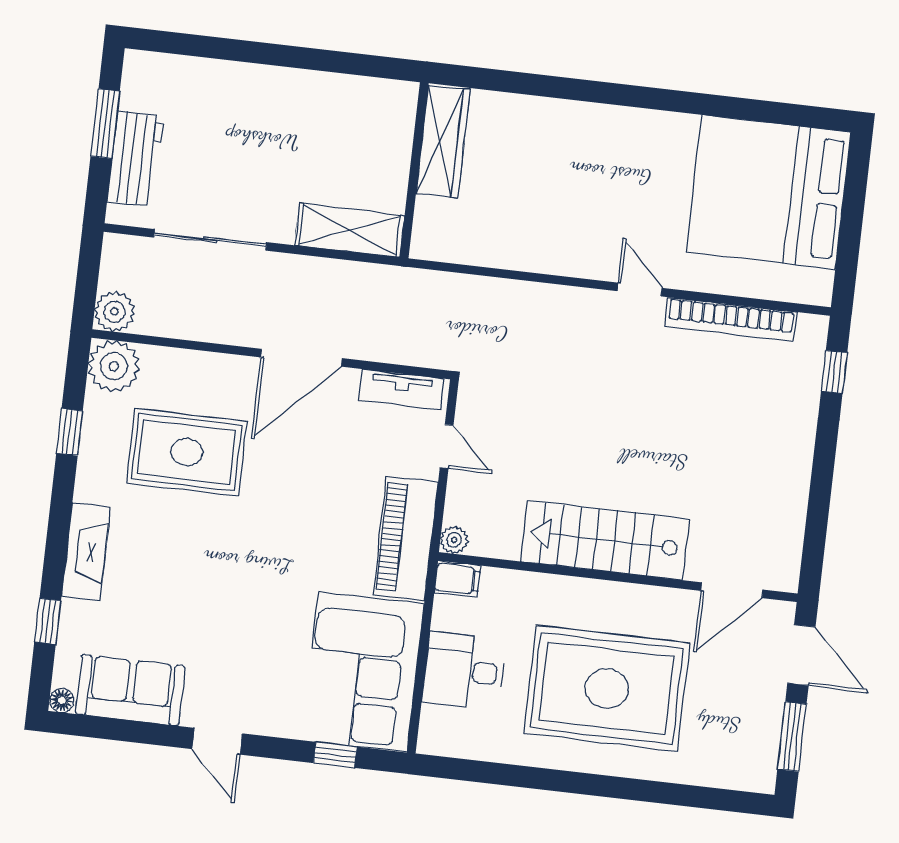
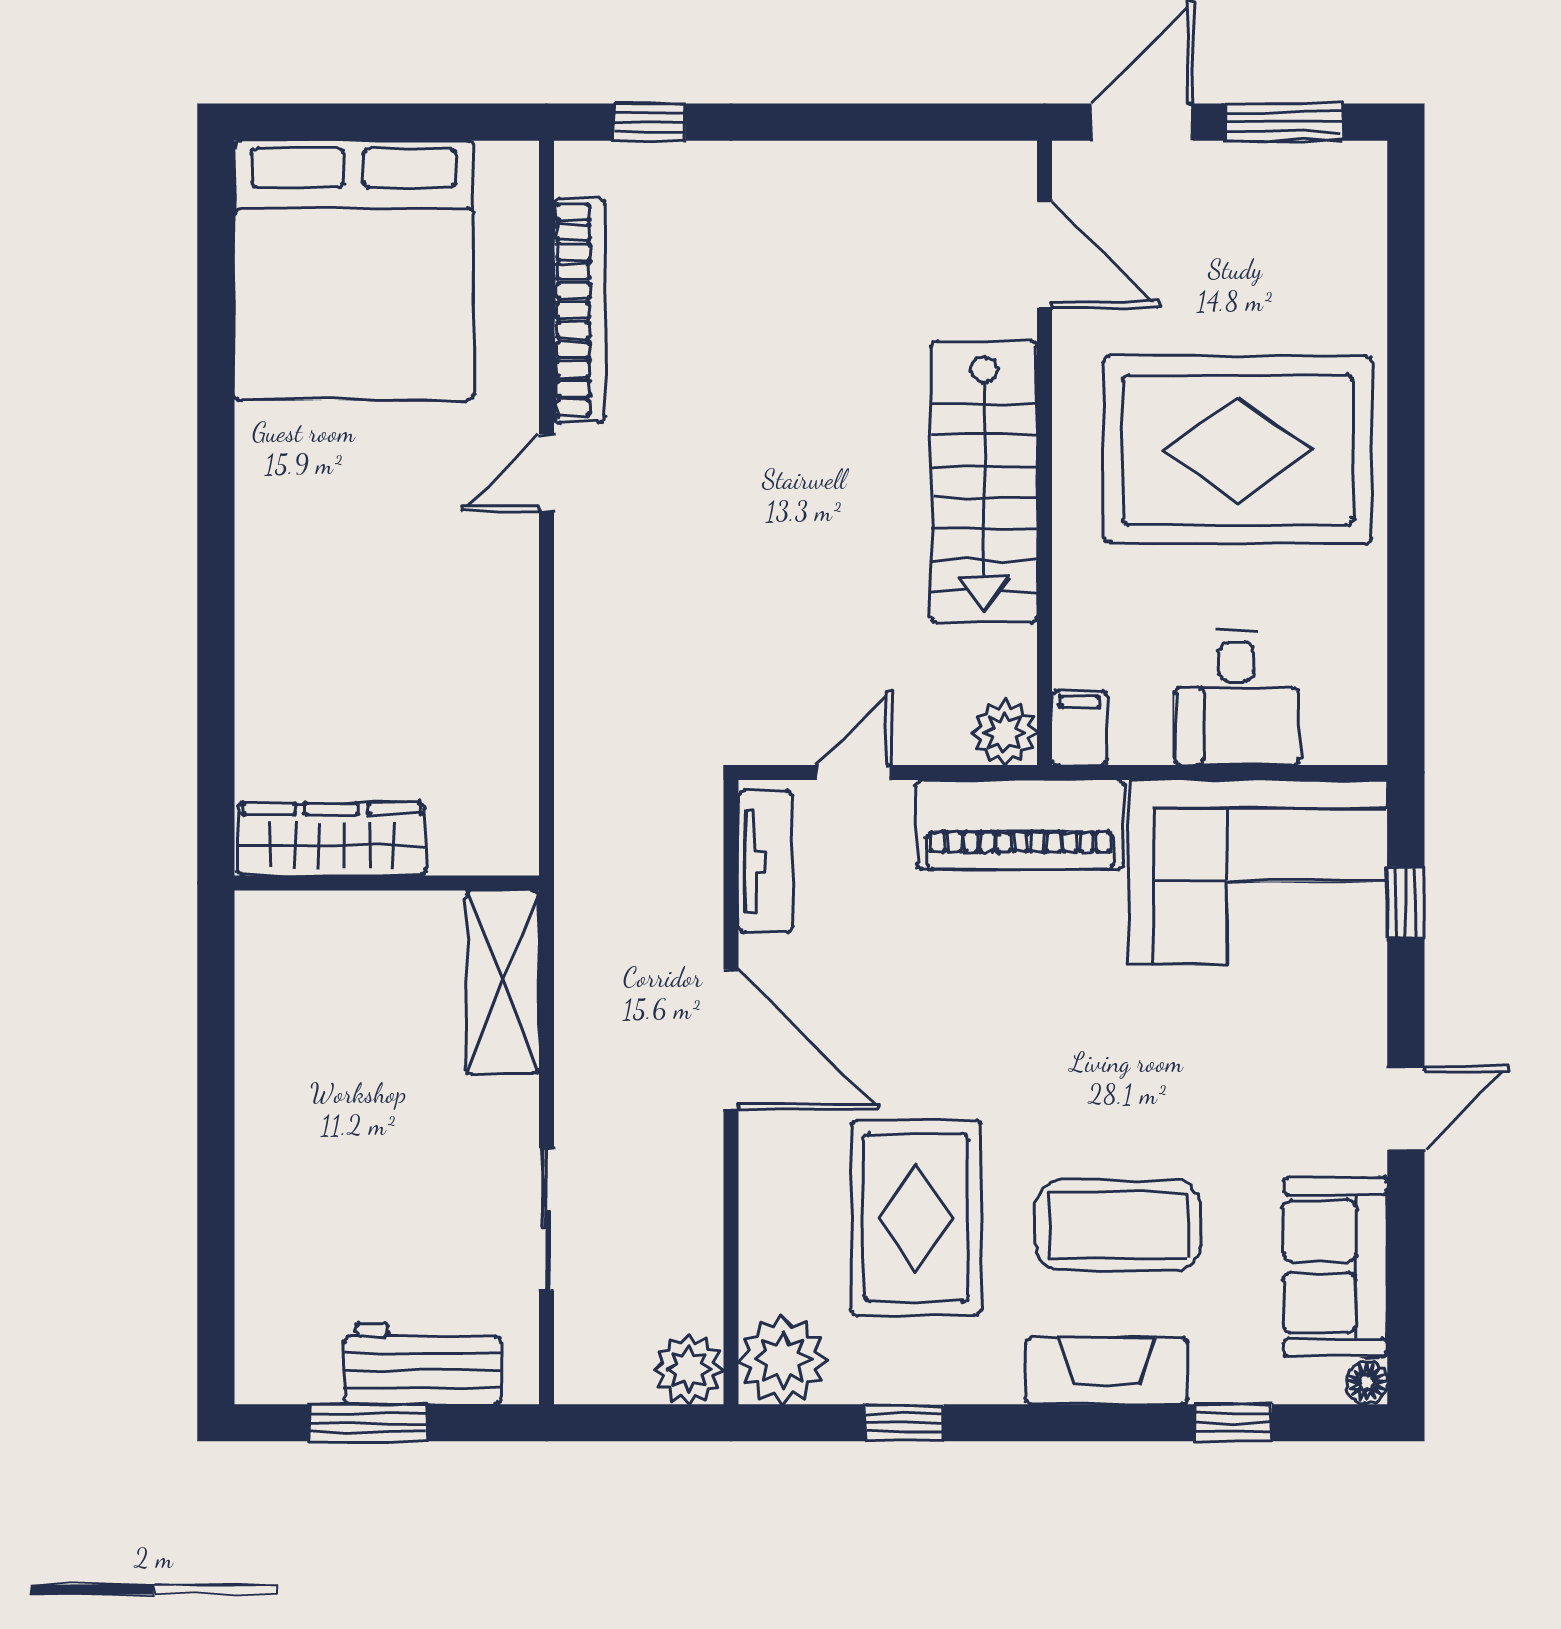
sliding door: (210, 240) -> (547, 1219), width x0.73
plant: (454, 540) -> (1004, 732), width x1.38, depth x1.38
coffee table: (169, 568) -> (1118, 1225), added
rug: (607, 688) -> (1238, 450), turned 90

